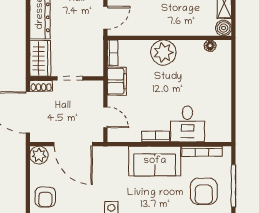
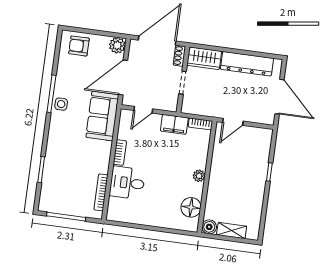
door: (105, 18) -> (233, 122), hinge flipped
floor lamp: (210, 46) -> (191, 207), width x1.89, depth x1.89
plant: (163, 52) -> (199, 176), width x0.53, depth x0.53
sofa: (155, 161) -> (102, 116), moved
armchair: (204, 191) -> (65, 189), removed

